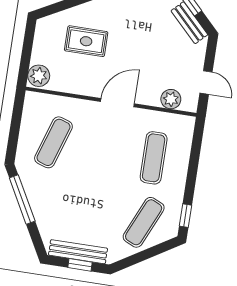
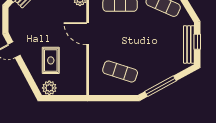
plant: (39, 76) -> (49, 88), moved

